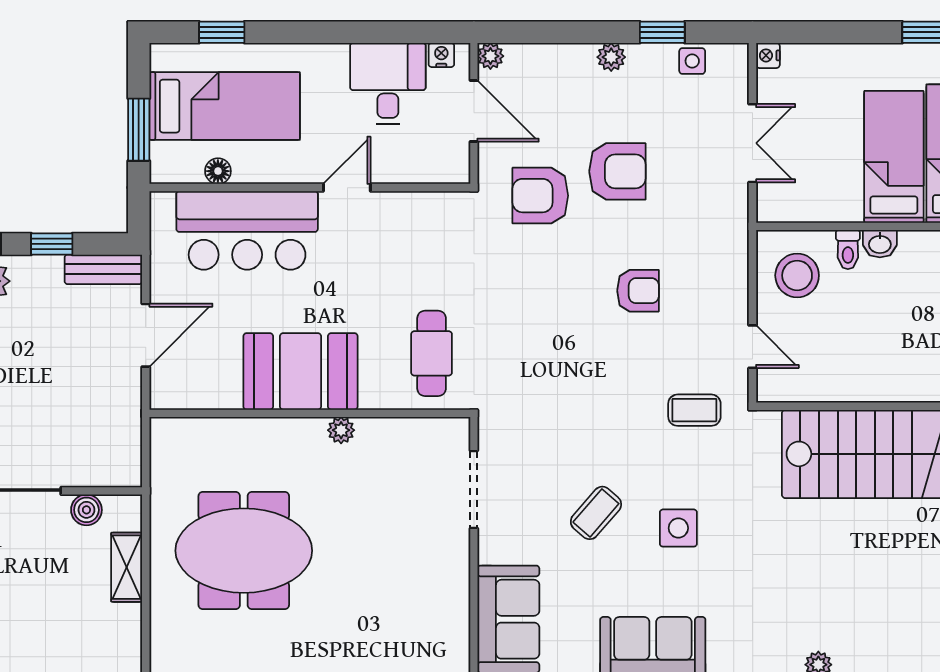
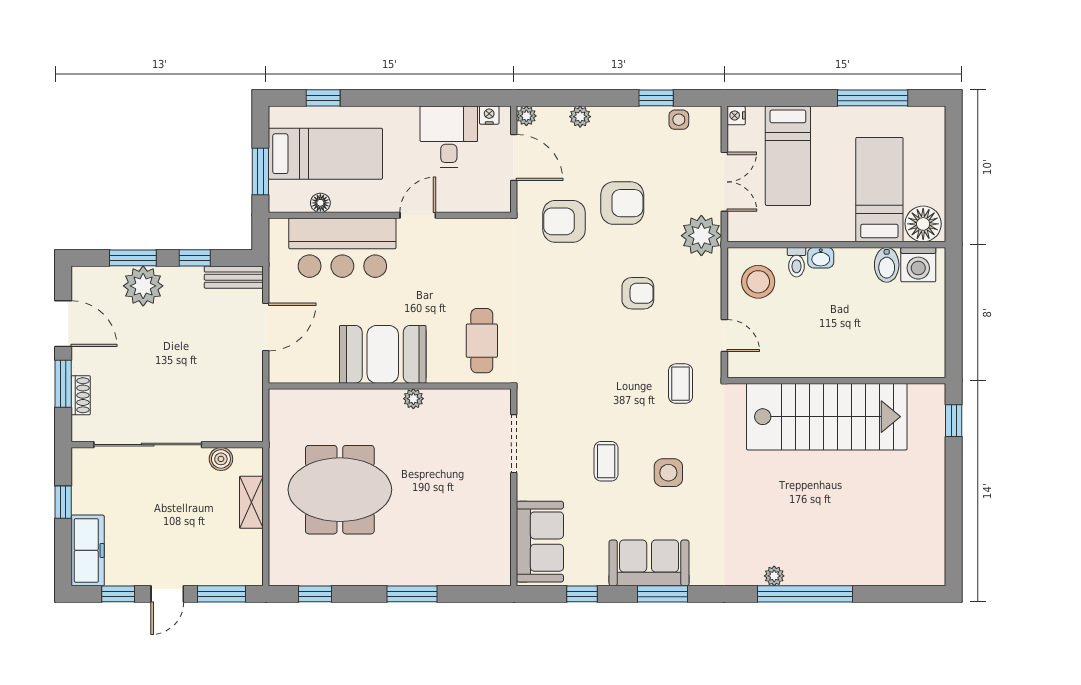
plant: (611, 57) -> (580, 117), moved
bed: (894, 157) -> (788, 156), moved, turned 180
plant: (722, 214) -> (701, 236), added
coffee table: (694, 410) -> (681, 384), turned 90
coffee table: (596, 513) -> (606, 461), turned -41

